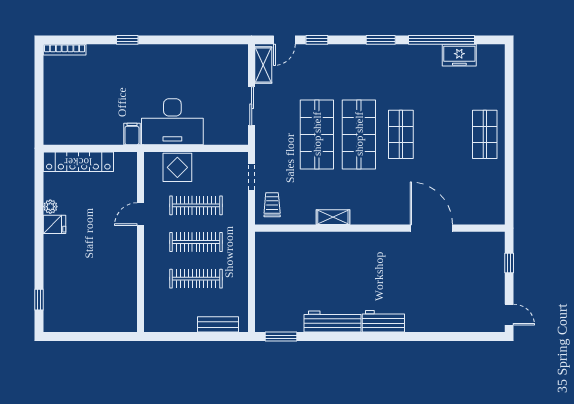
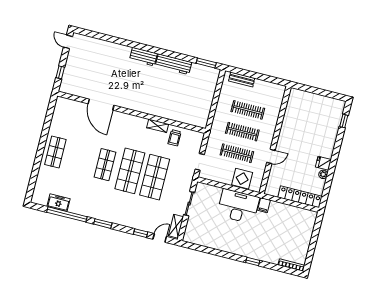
trolley: (272, 205) -> (175, 138), moved

